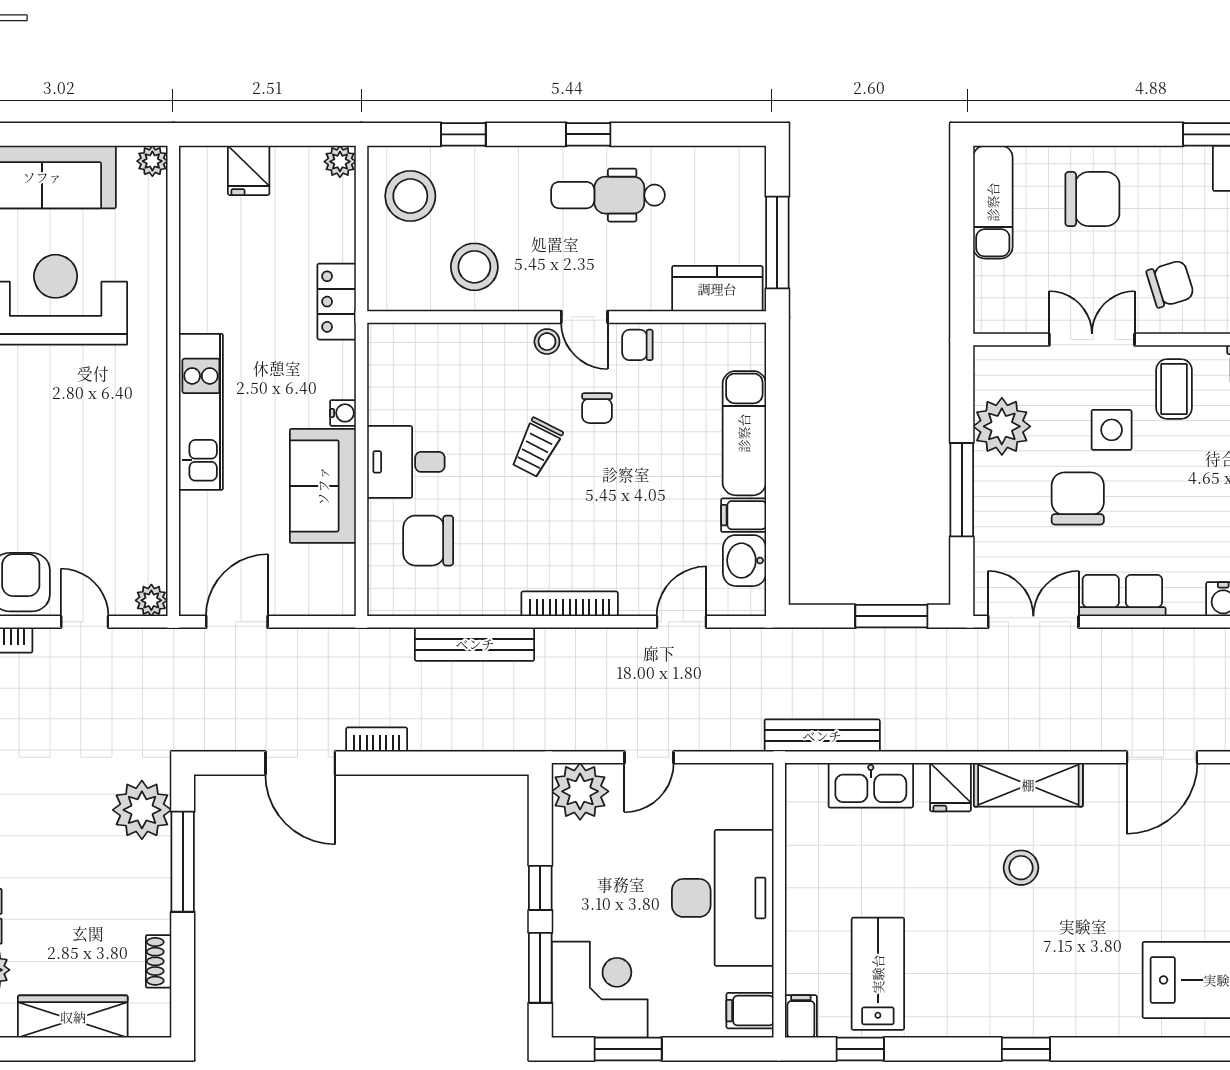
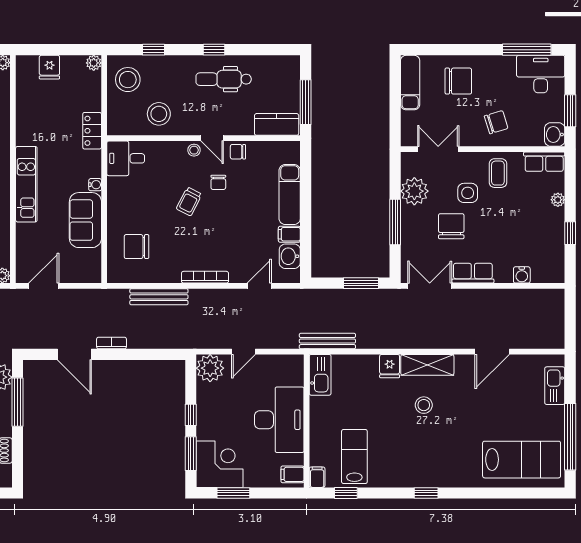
double door: (1092, 340) -> (438, 149), moved
desk: (406, 462) -> (126, 158), moved
kitchen sink: (871, 785) -> (320, 375), moved, turned -90

